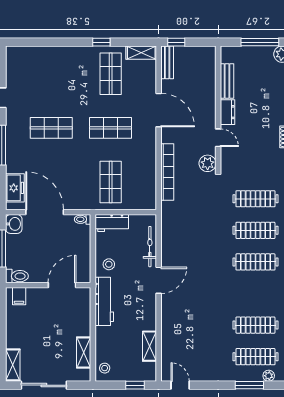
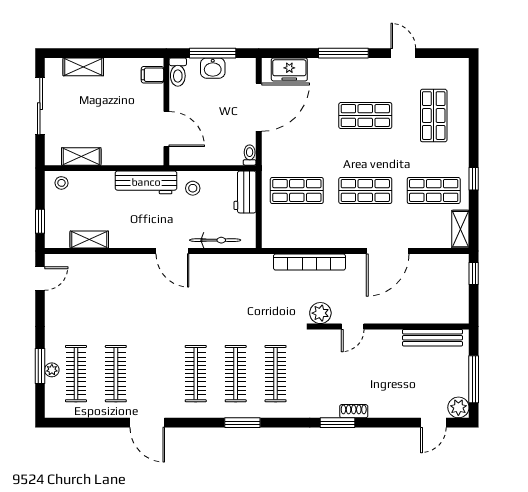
bench: (167, 62) -> (448, 262), removed
shop shelf: (51, 74) -> (434, 116), added
bench: (227, 81) -> (432, 338), width x1.36
dresser: (227, 112) -> (385, 338), removed
shop shelf: (51, 128) -> (365, 116), turned 90
shop shelf: (111, 128) -> (365, 190), turned 90
washbasin: (14, 224) -> (213, 68), moved
shelving: (13, 365) -> (83, 67), moved
plant: (269, 376) -> (52, 370), moved

